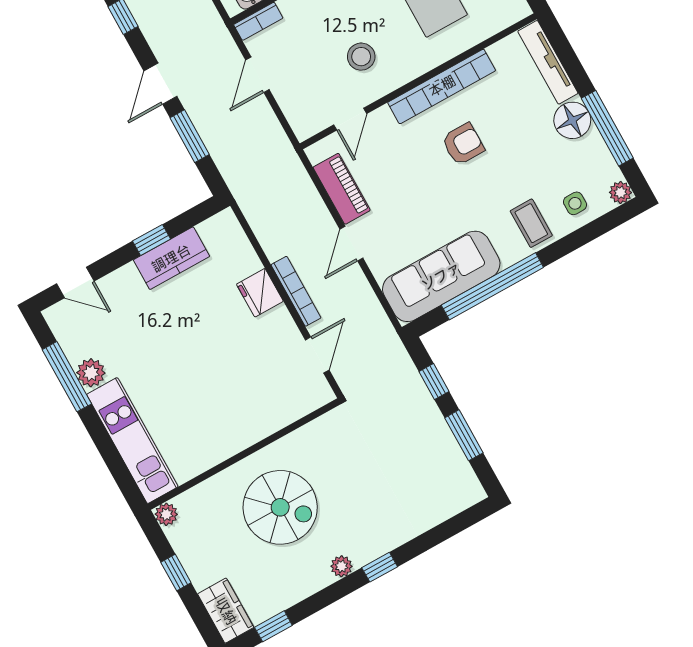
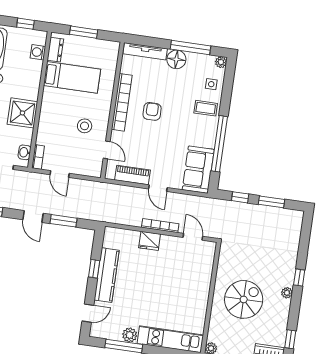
kitchen counter: (171, 258) -> (107, 275), width x1.50
sofa: (441, 276) -> (198, 170), width x0.73

